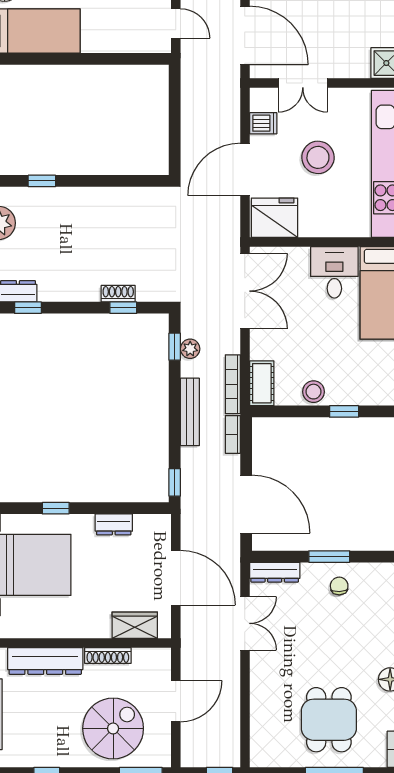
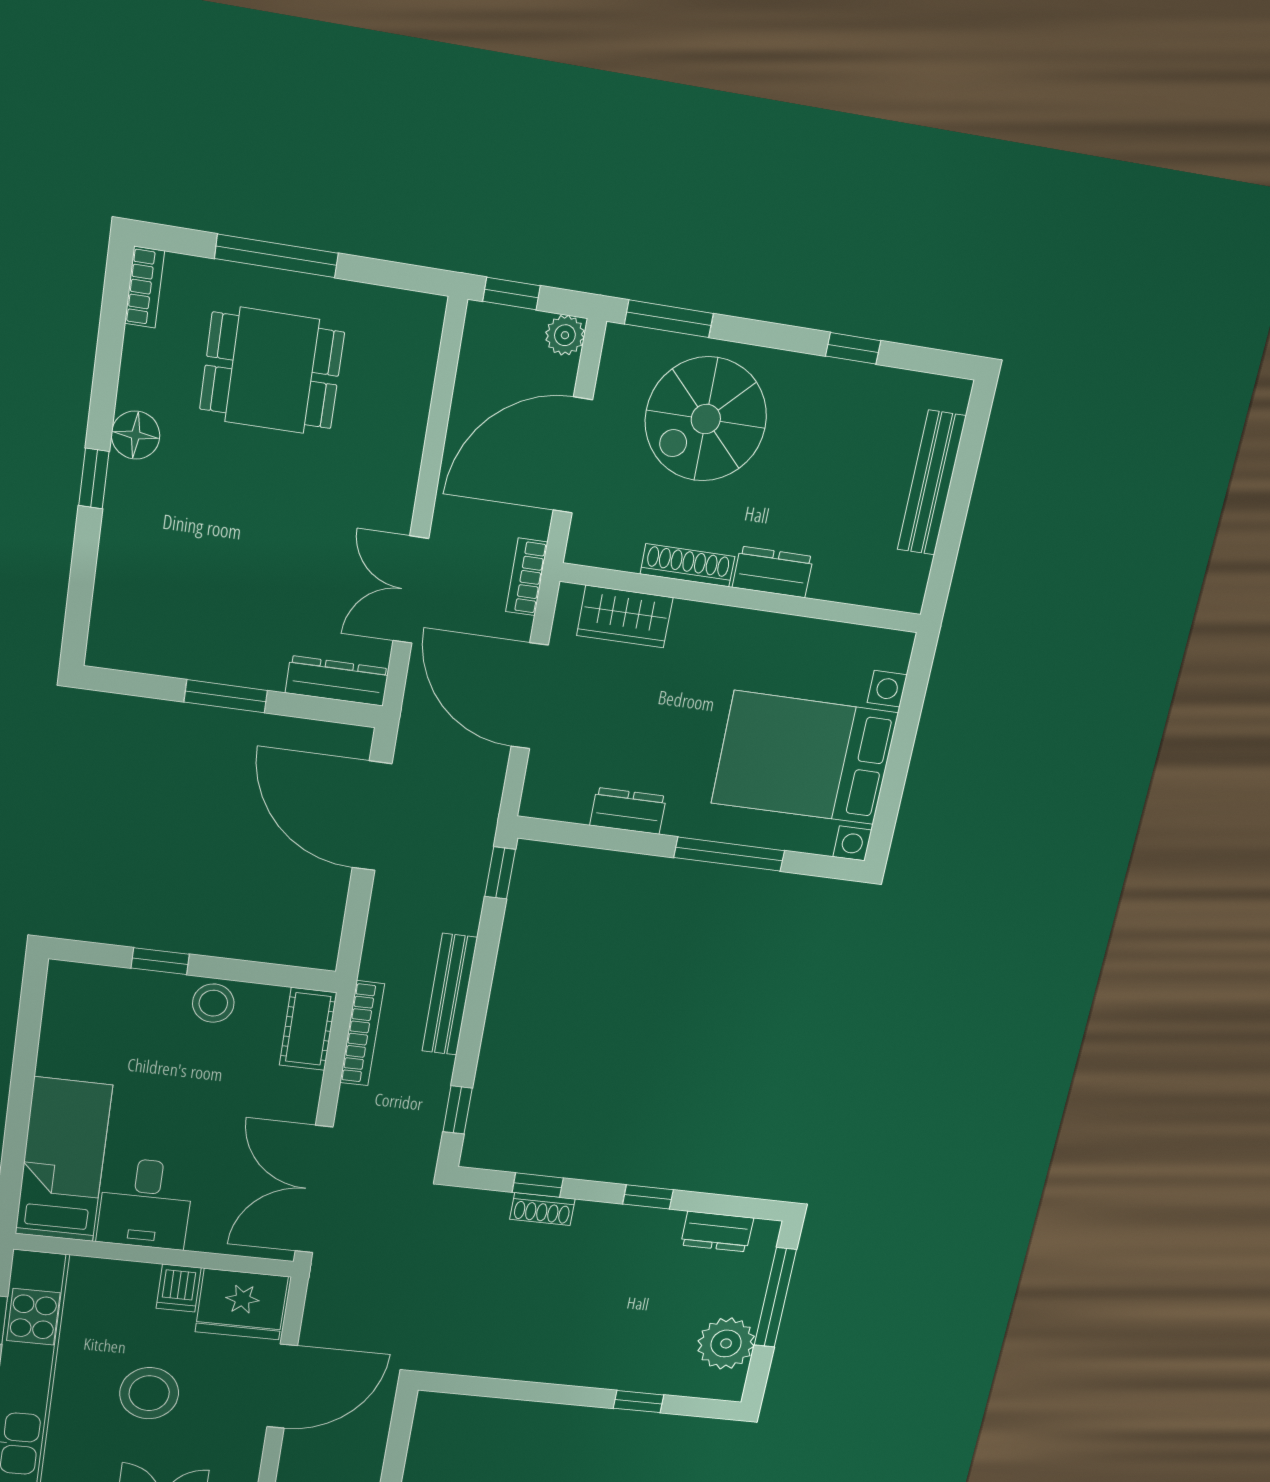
dishwasher: (263, 123) -> (179, 1288), moved, turned -90
window: (28, 308) -> (648, 1197), moved
plant: (190, 349) -> (565, 335), moved
bookcase: (233, 434) -> (527, 577), moved, turned 180
window: (56, 508) -> (729, 854), width x2.17
chair: (339, 586) -> (214, 637), removed
dresser: (45, 661) -> (773, 572), width x0.51, depth x0.80
door: (176, 701) -> (573, 455), width x1.36
dining table: (329, 720) -> (272, 371), turned 90

